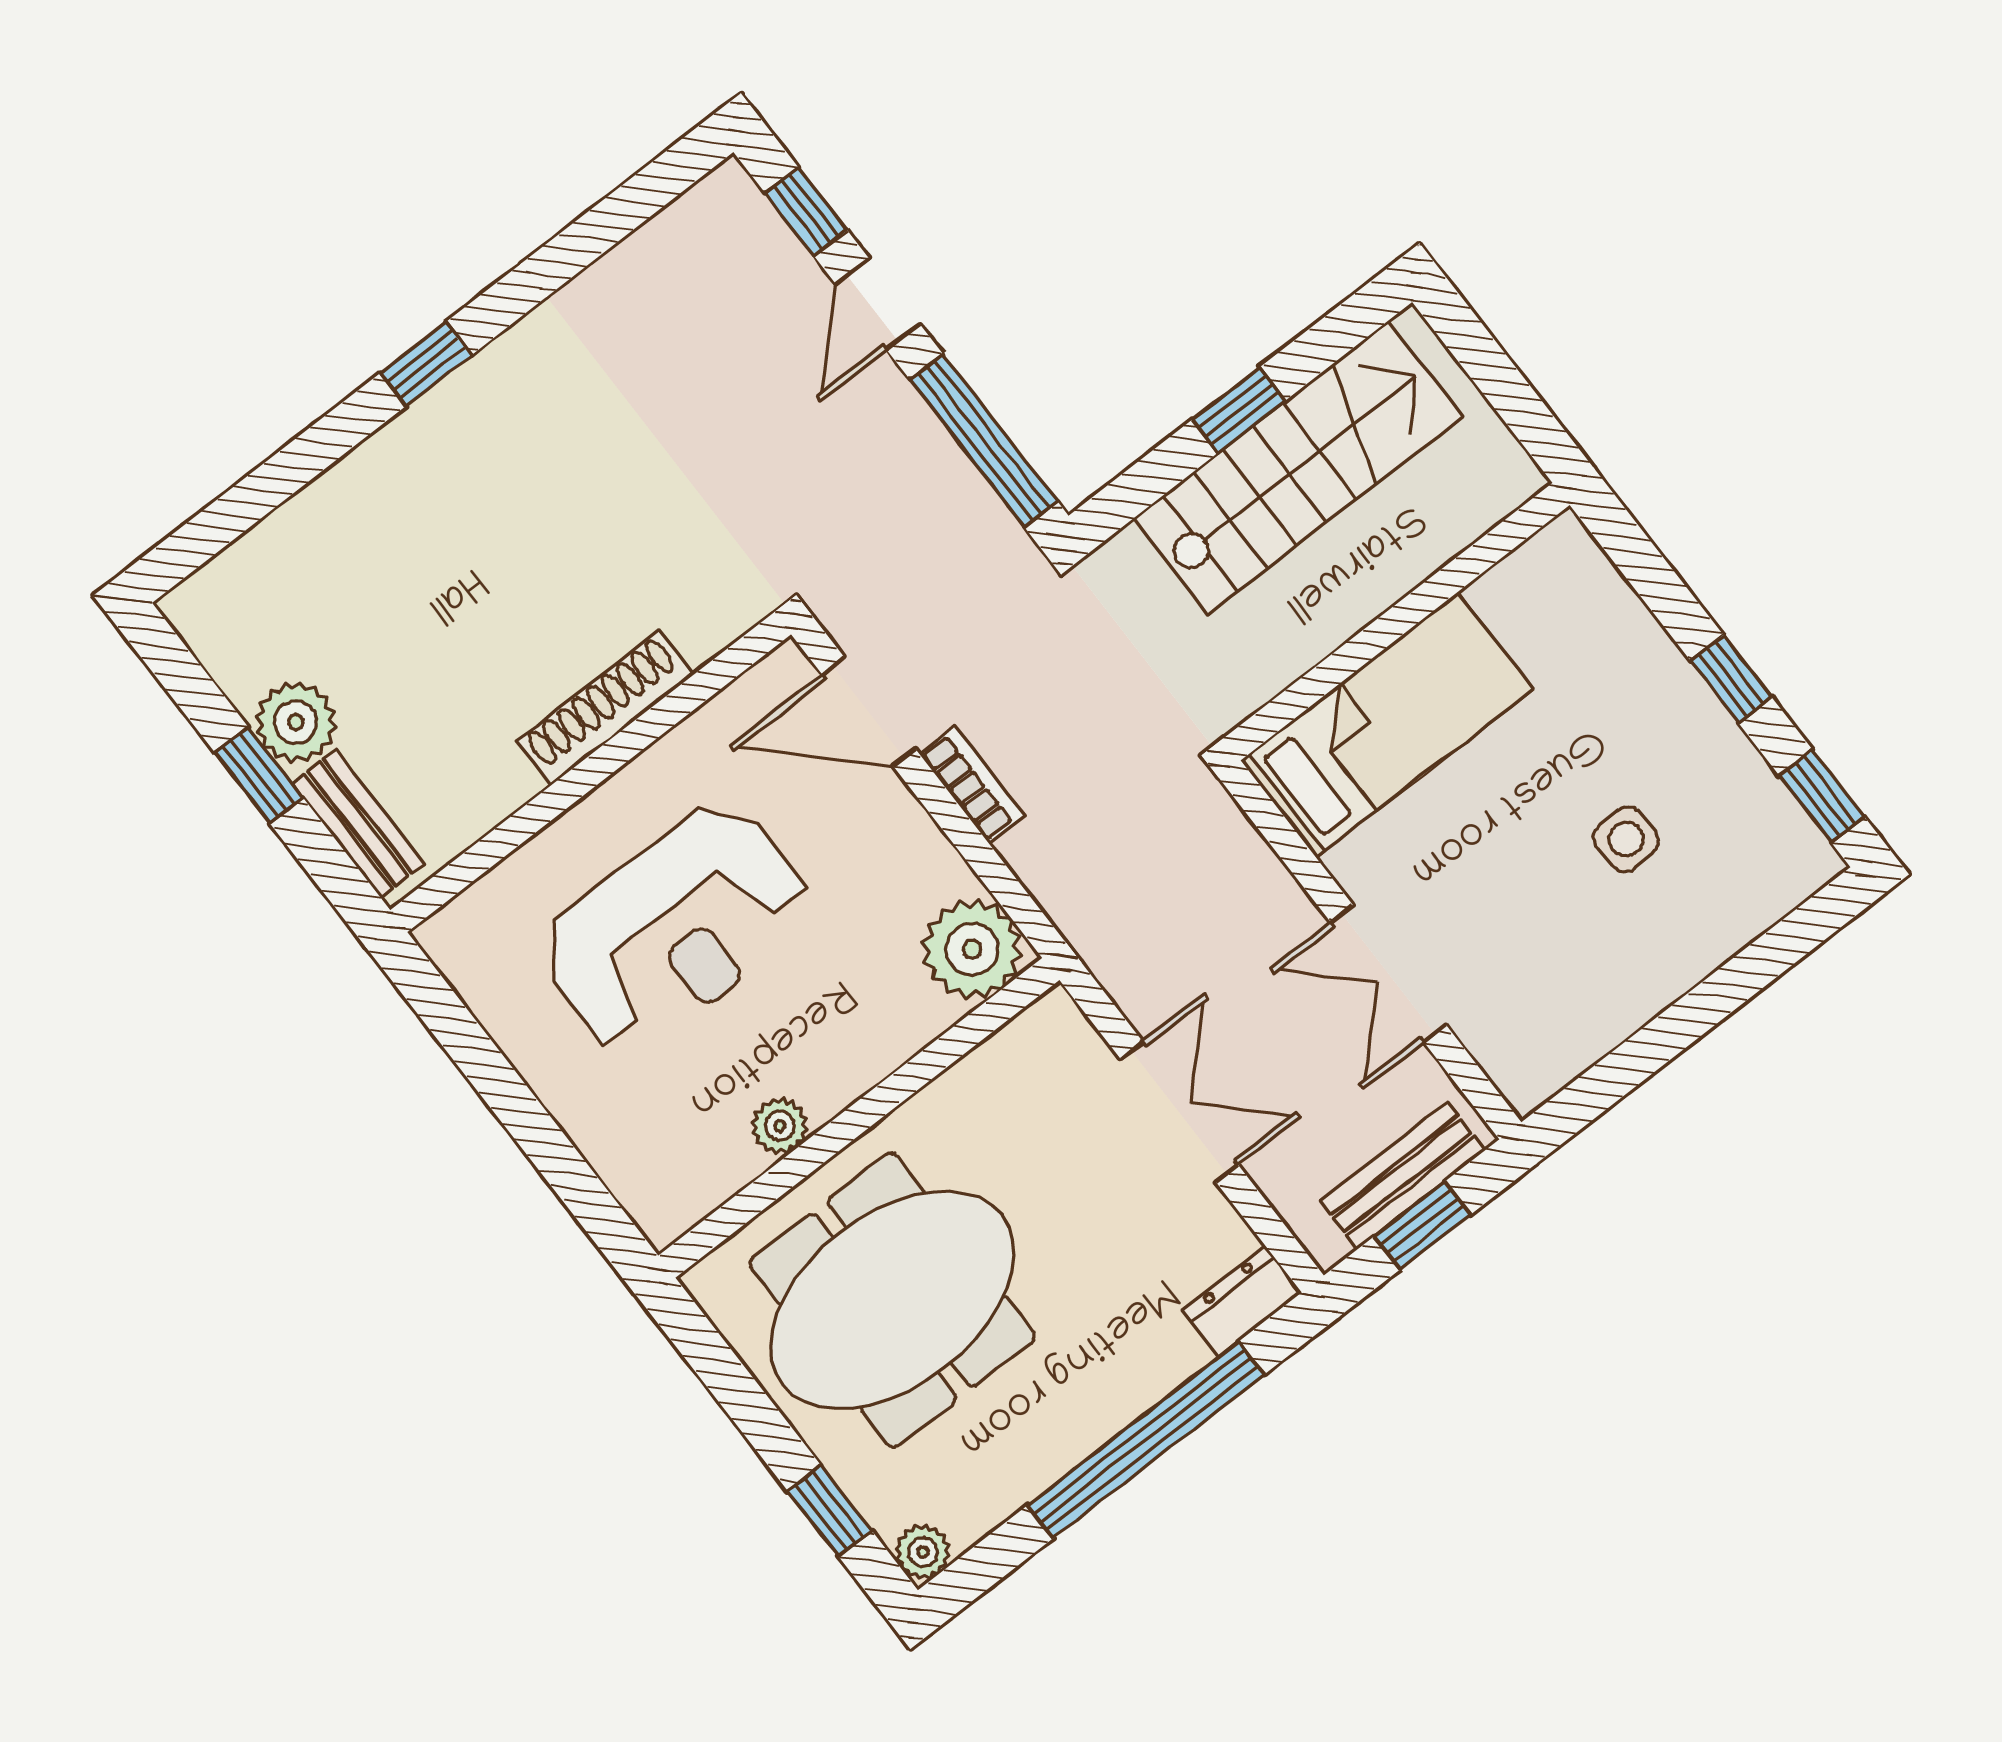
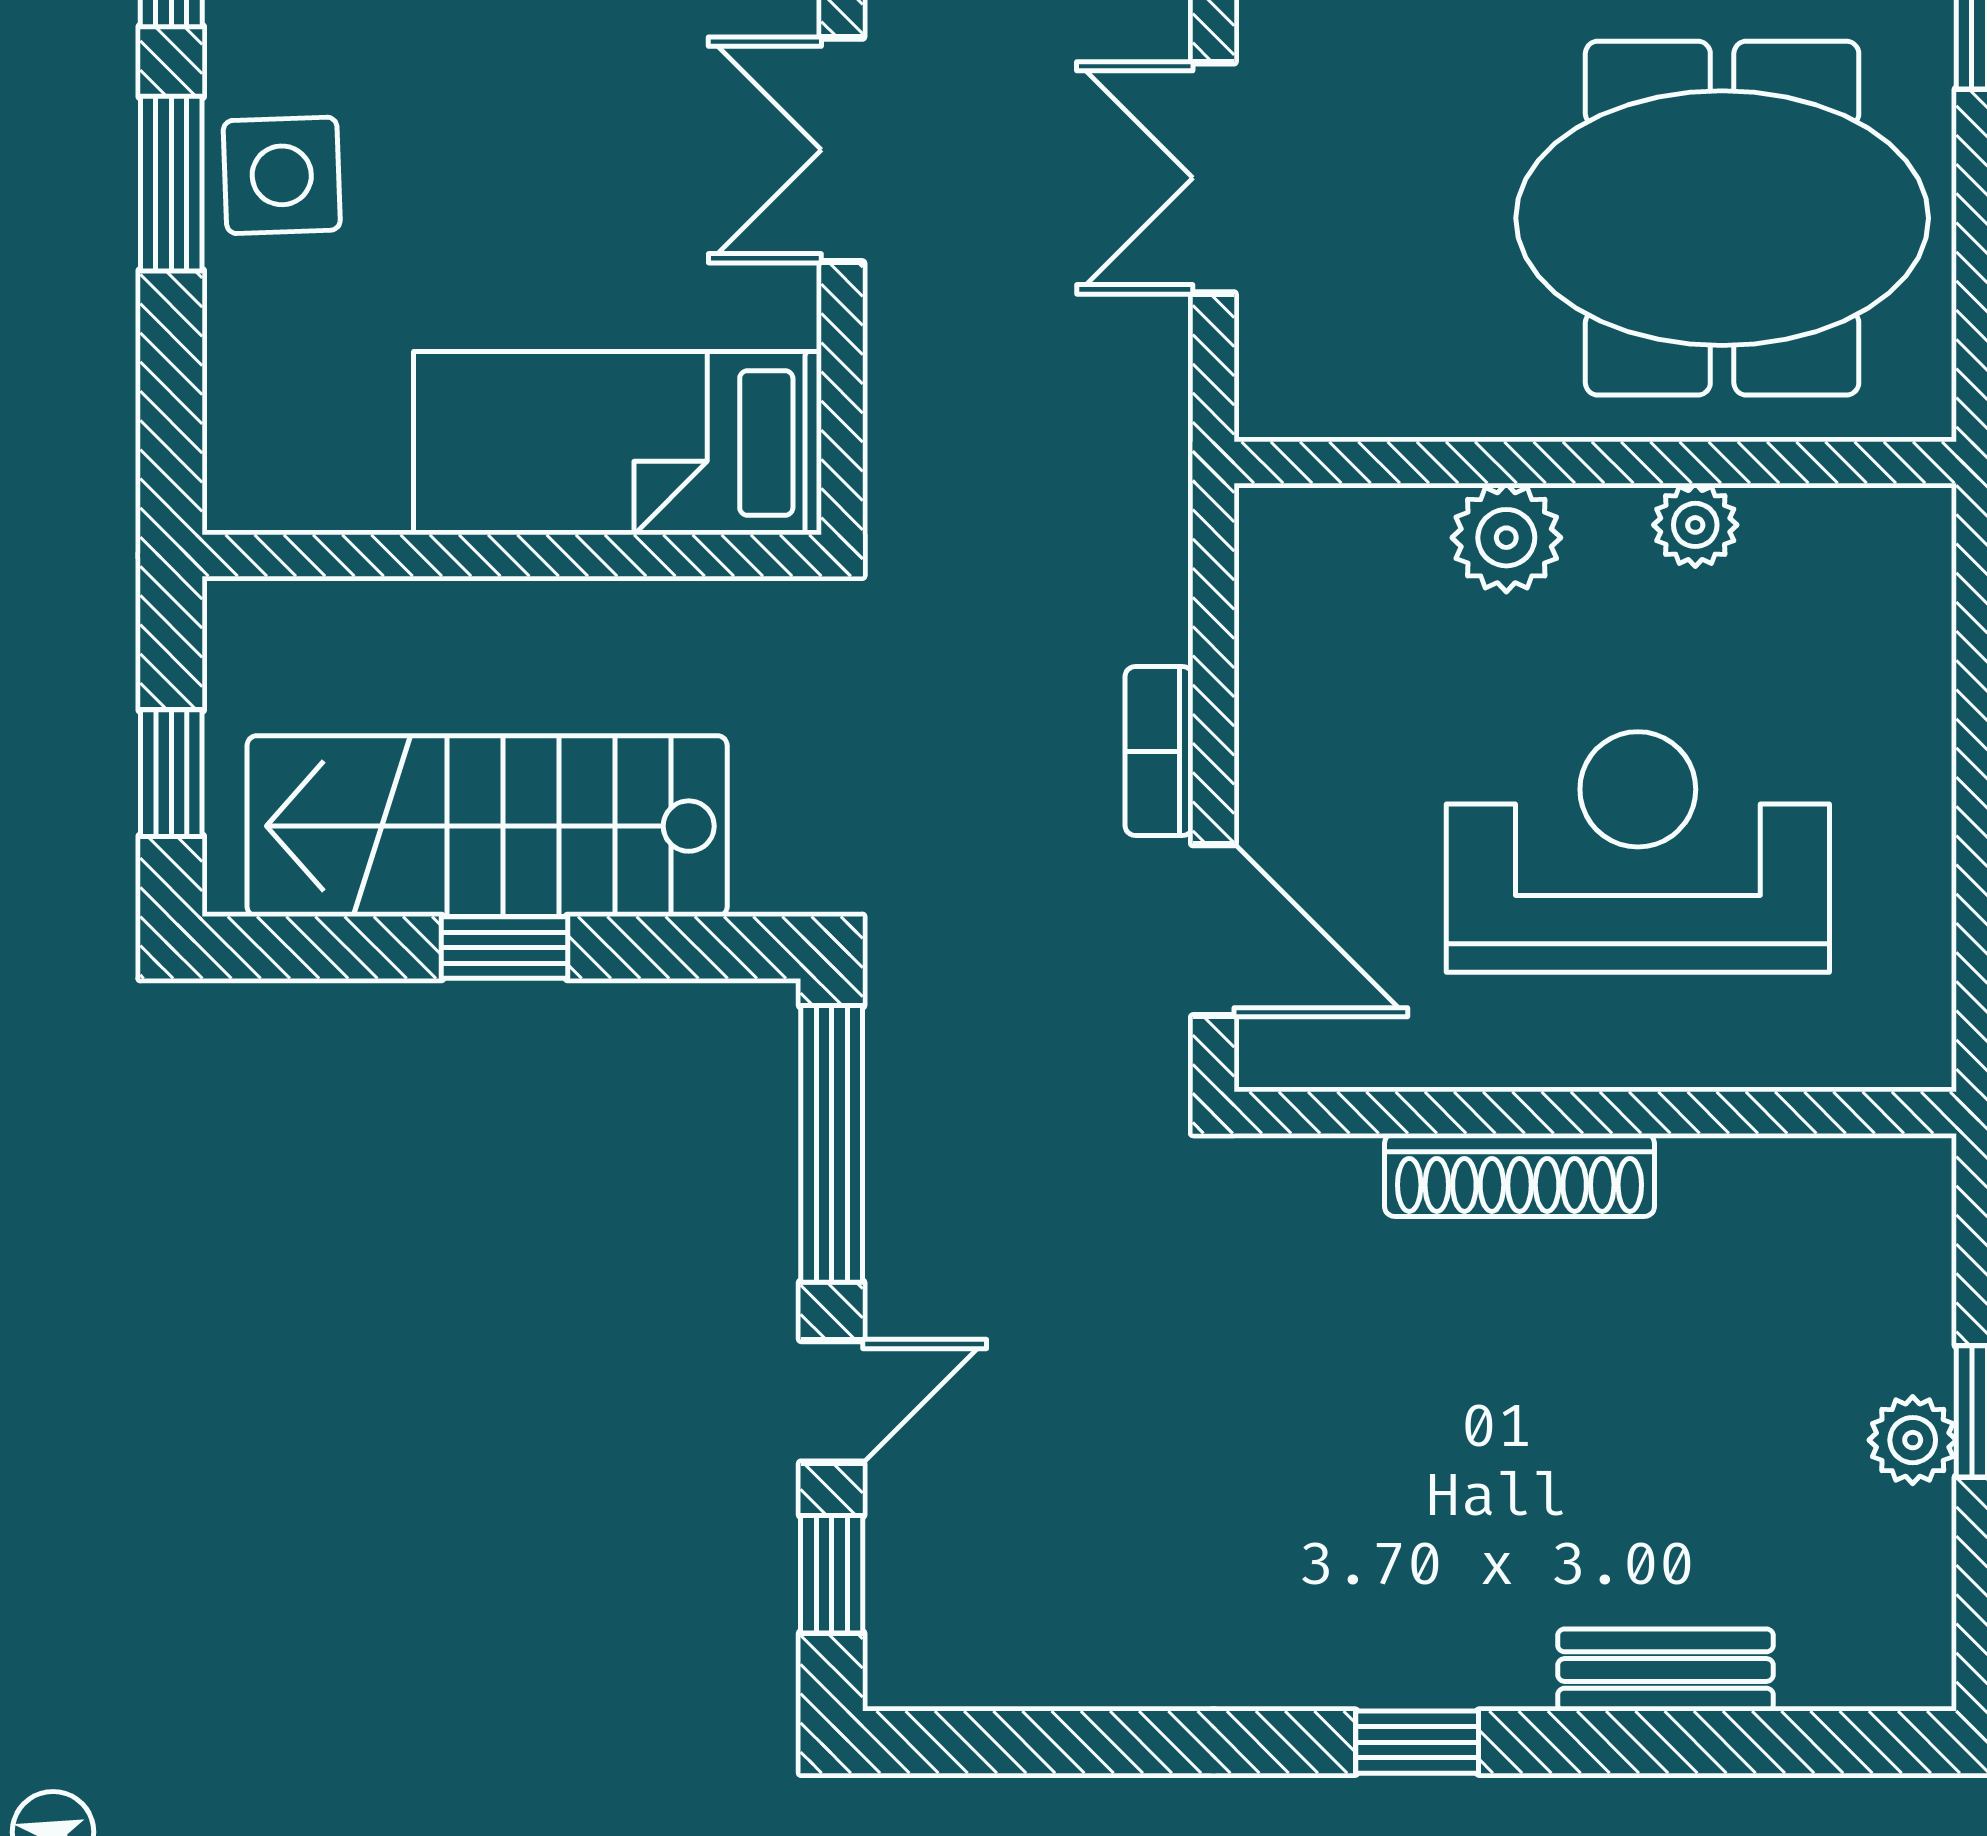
window: (1488, 365) -> (171, 773), added
window: (1731, 679) -> (171, 184), width x1.50
plant: (296, 722) -> (1913, 1440), width x0.73, depth x0.73
bench: (358, 824) -> (1666, 1670), moved, turned 90
side table: (1626, 839) -> (282, 175), moved, width x1.37, depth x1.37
plant: (972, 949) -> (1506, 538), moved, width x0.73, depth x0.73
double door: (1388, 973) -> (842, 150), swing flipped

